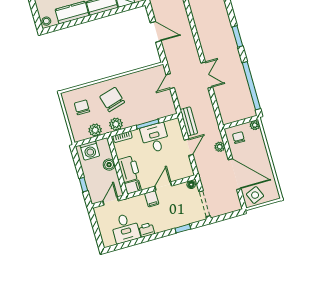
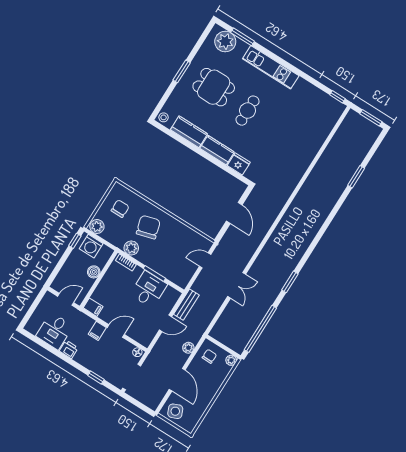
plant: (95, 130) -> (97, 227), moved
printer: (129, 169) -> (105, 291), removed
door: (235, 174) -> (177, 380), width x0.73
window: (83, 185) -> (75, 241), moved

